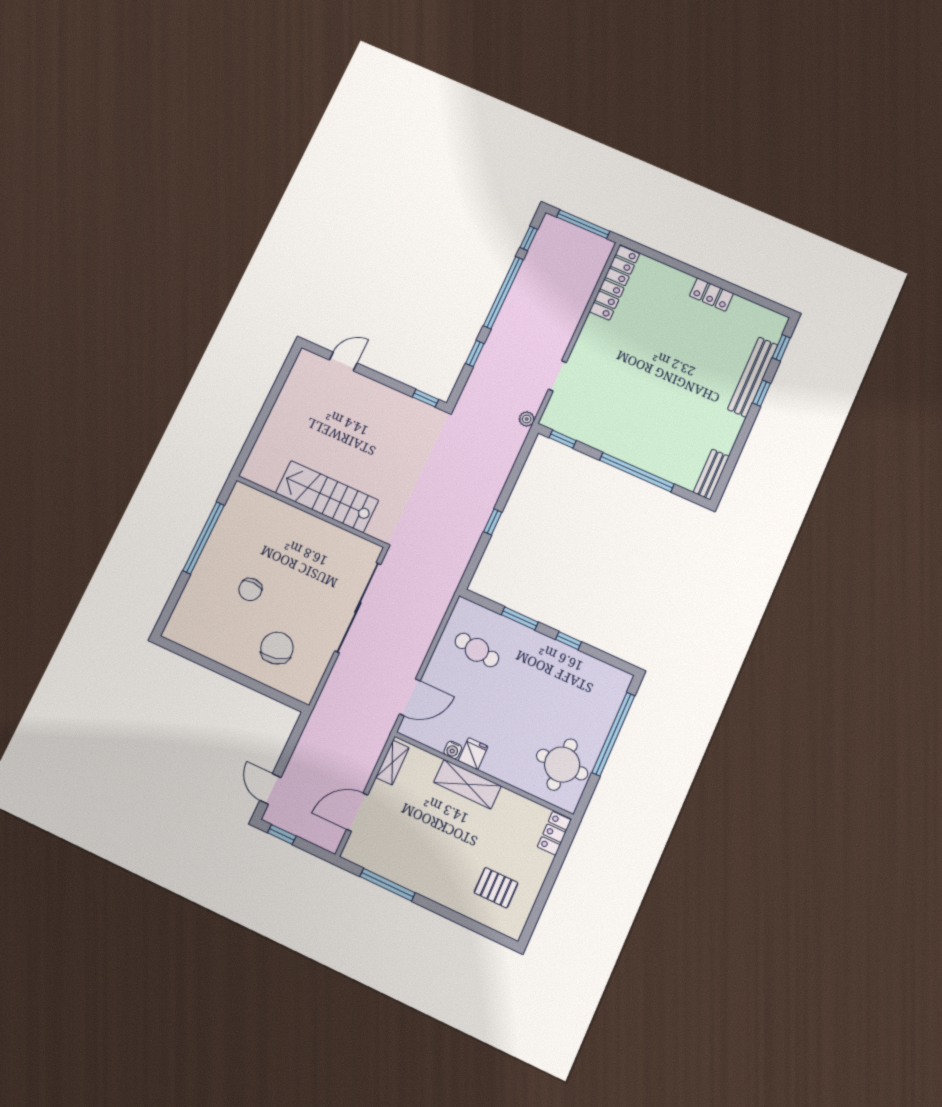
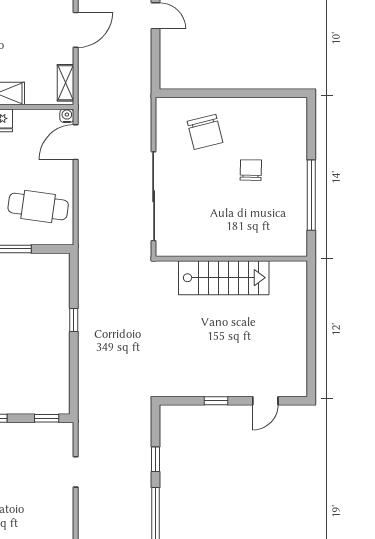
window: (426, 398) -> (216, 401), moved
plant: (527, 419) -> (85, 422), removed
cafe table: (477, 650) -> (38, 206), width x1.37, depth x1.35
water cooler: (453, 750) -> (67, 116), moved

